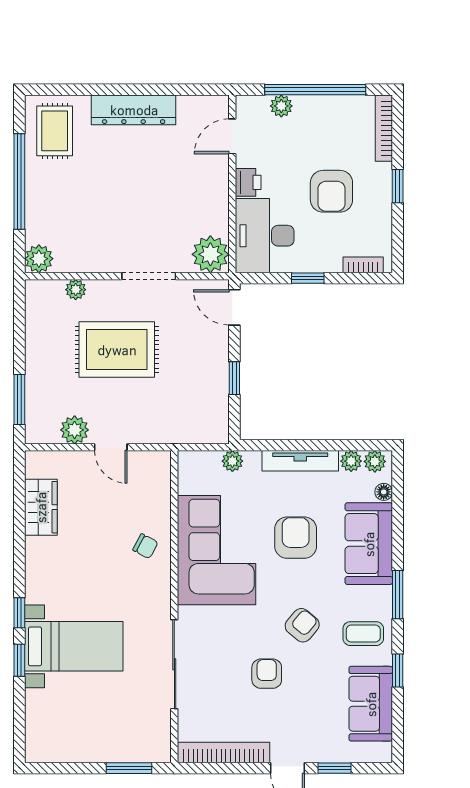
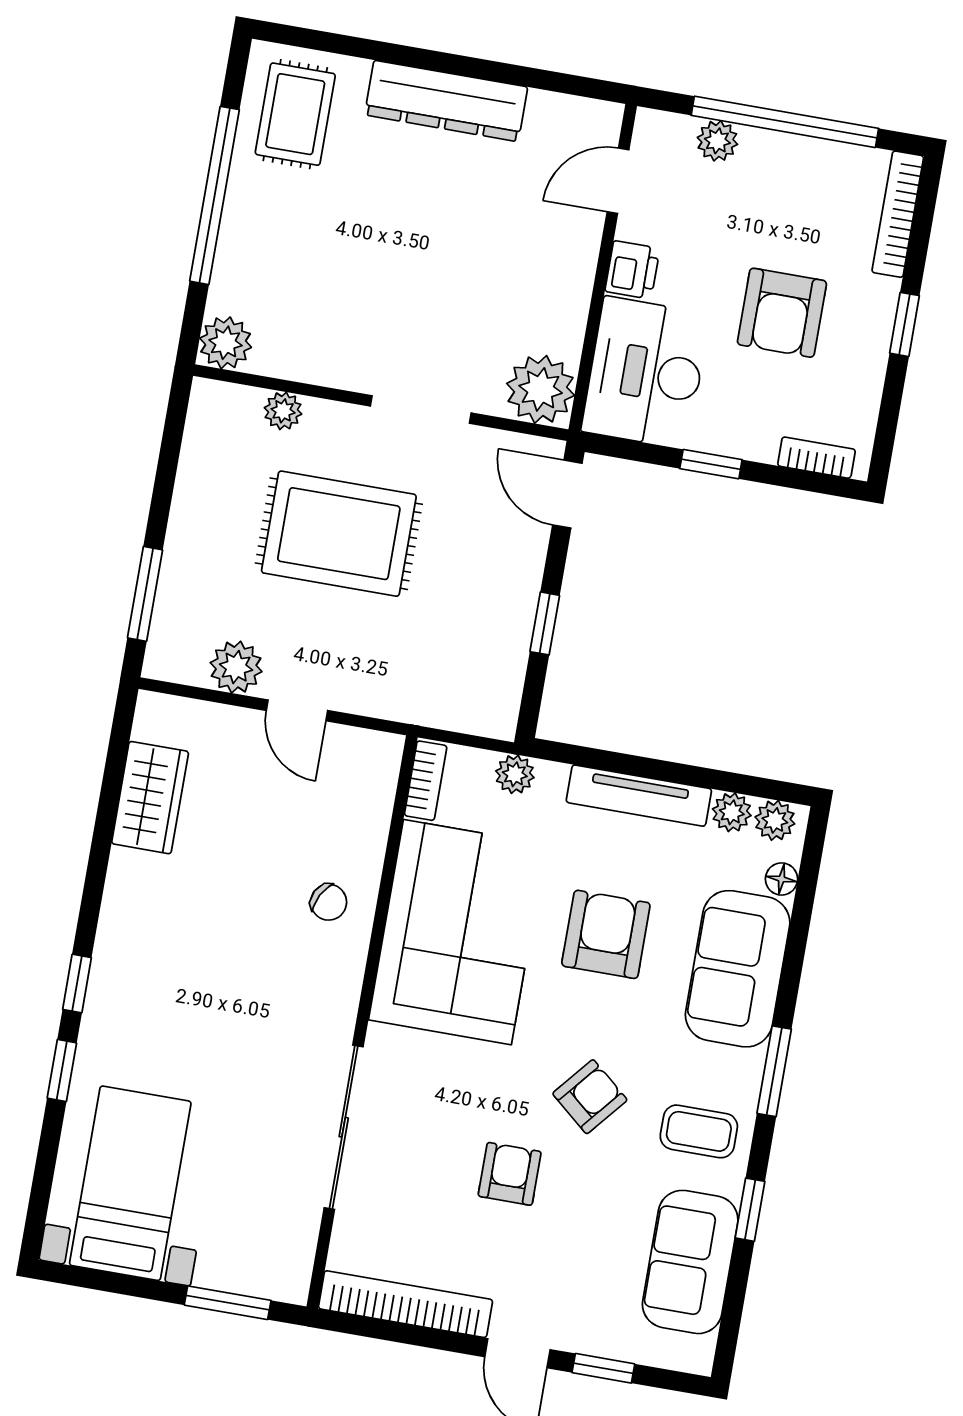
bookcase: (186, 473) -> (426, 781), added
bed with nightstands: (74, 646) -> (130, 1183), moved, turned -90

